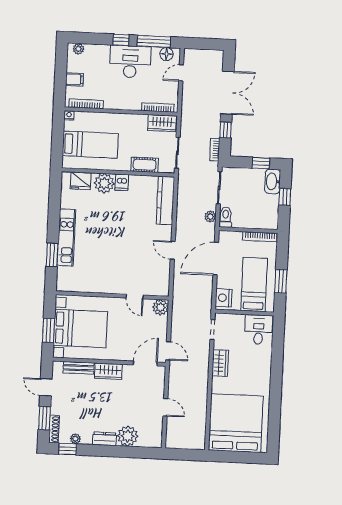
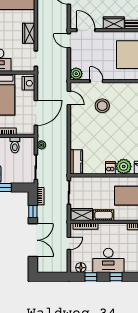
window: (154, 41) -> (91, 277), width x0.46
door: (181, 73) -> (69, 243), moved
double door: (227, 93) -> (33, 240), swing flipped
cot: (145, 165) -> (103, 215), moved
kitchen counter: (165, 200) -> (76, 162), width x0.67
toilet: (226, 217) -> (15, 145), moved
door: (173, 250) -> (69, 98), moved
stool: (128, 264) -> (102, 106), added
door: (145, 363) -> (86, 30), swing flipped

